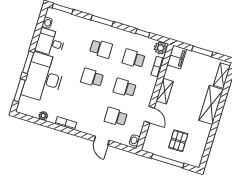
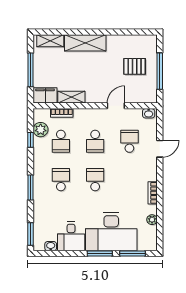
plant: (161, 48) -> (41, 130), moved
window: (202, 51) -> (31, 70), width x1.44
school desk: (92, 78) -> (95, 180), turned 180
shelving: (165, 91) -> (71, 97), moved
school desk: (116, 117) -> (129, 141), turned 180

